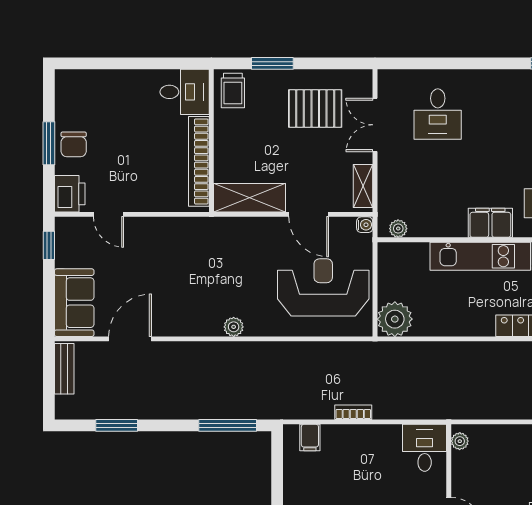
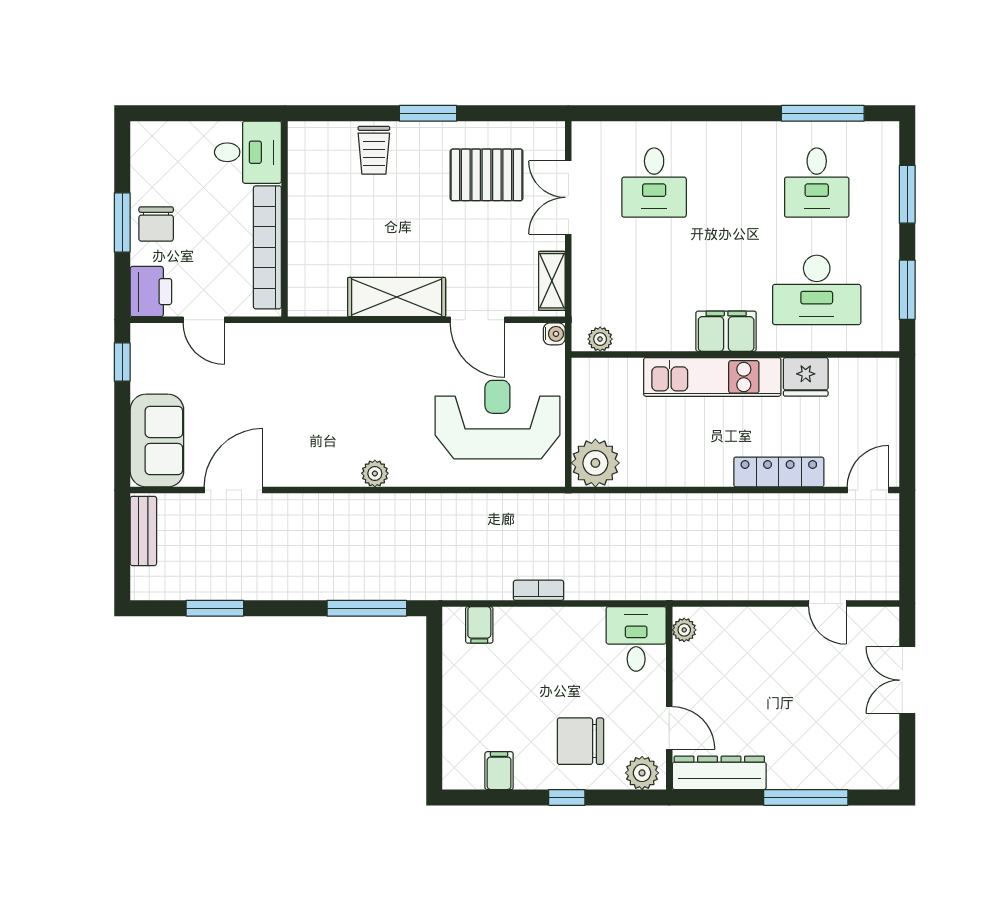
desk: (185, 92) -> (248, 152), moved
wall: (211, 141) -> (285, 219), moved
bookcase: (199, 161) -> (267, 247), moved

